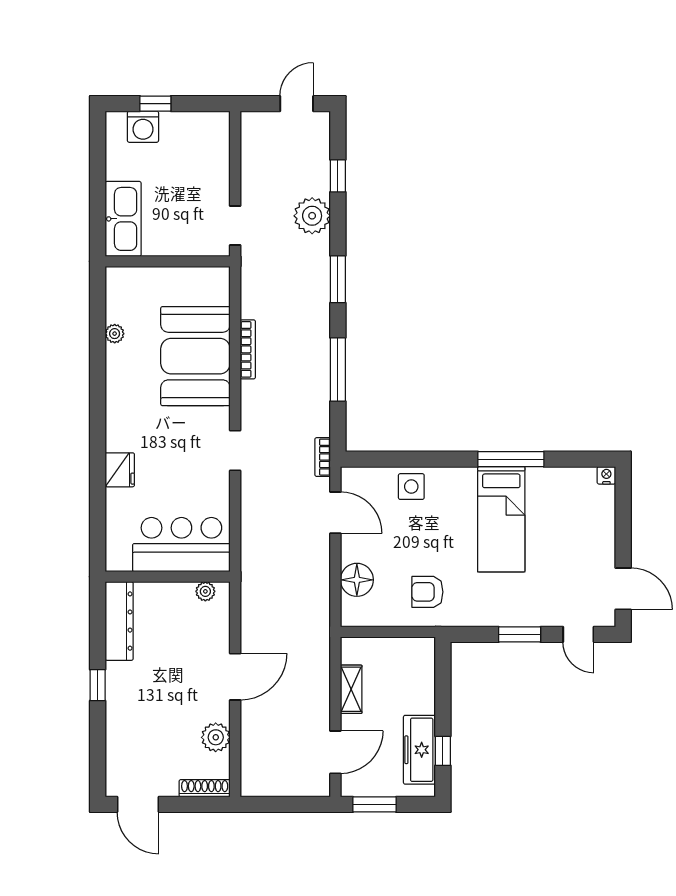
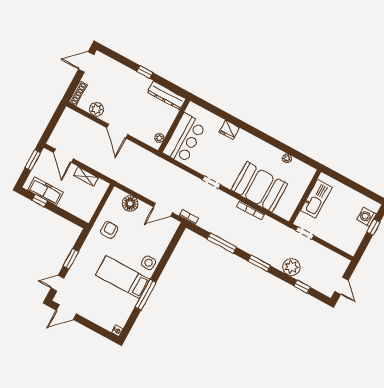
kitchen sink: (123, 219) -> (316, 199), moved, turned -90
side table: (411, 487) -> (149, 263), moved

